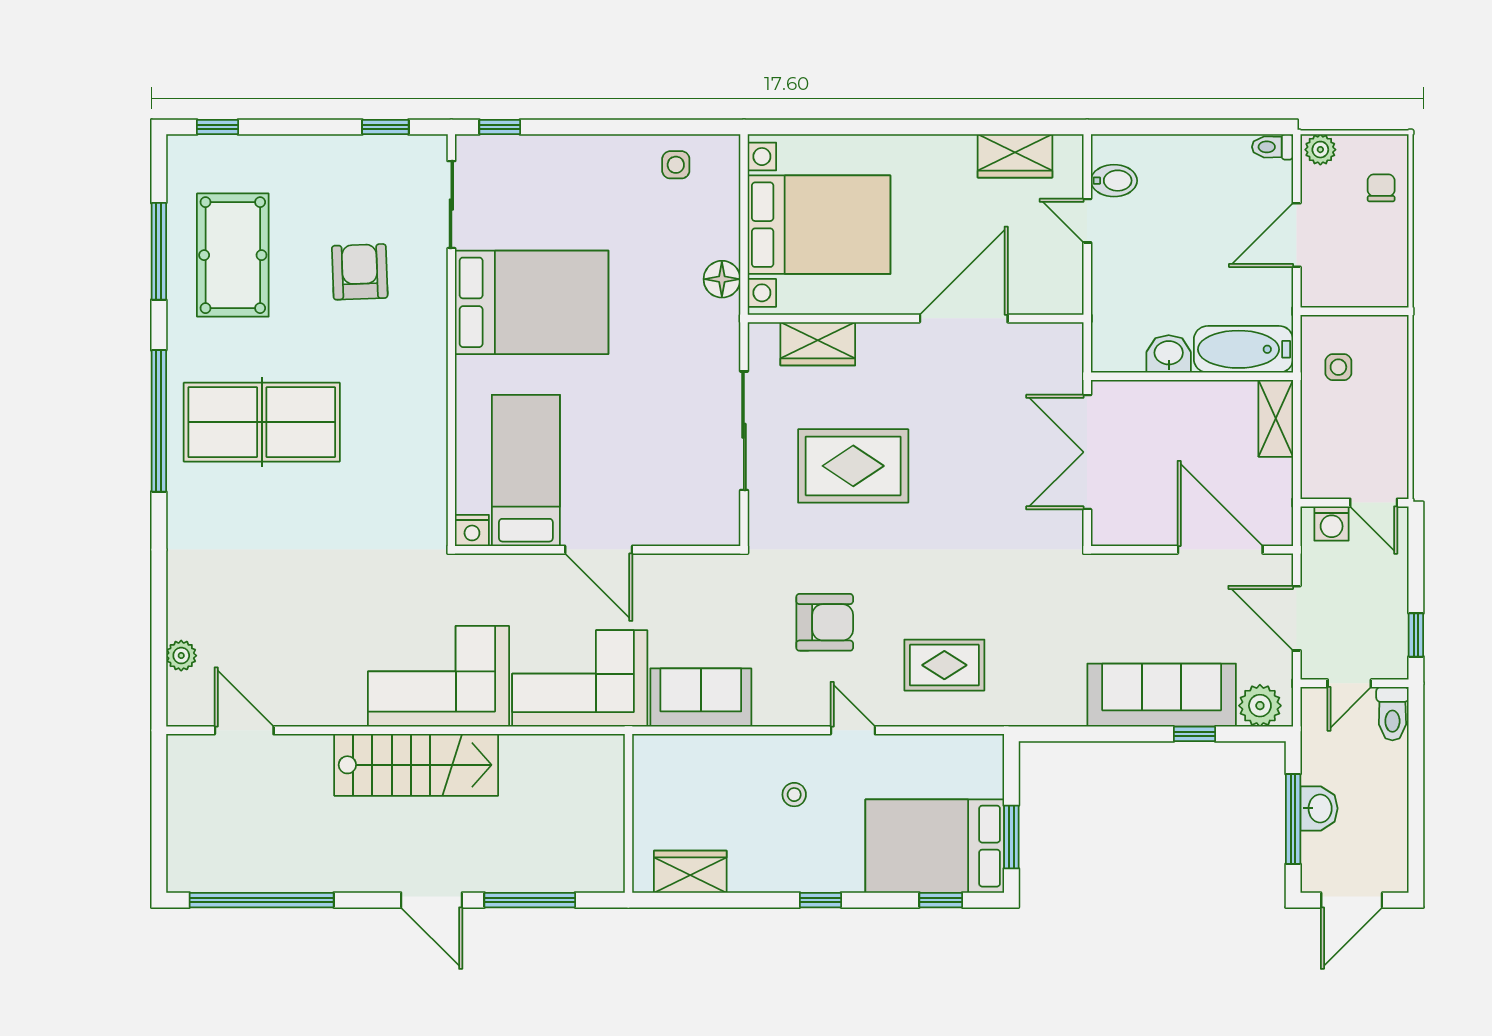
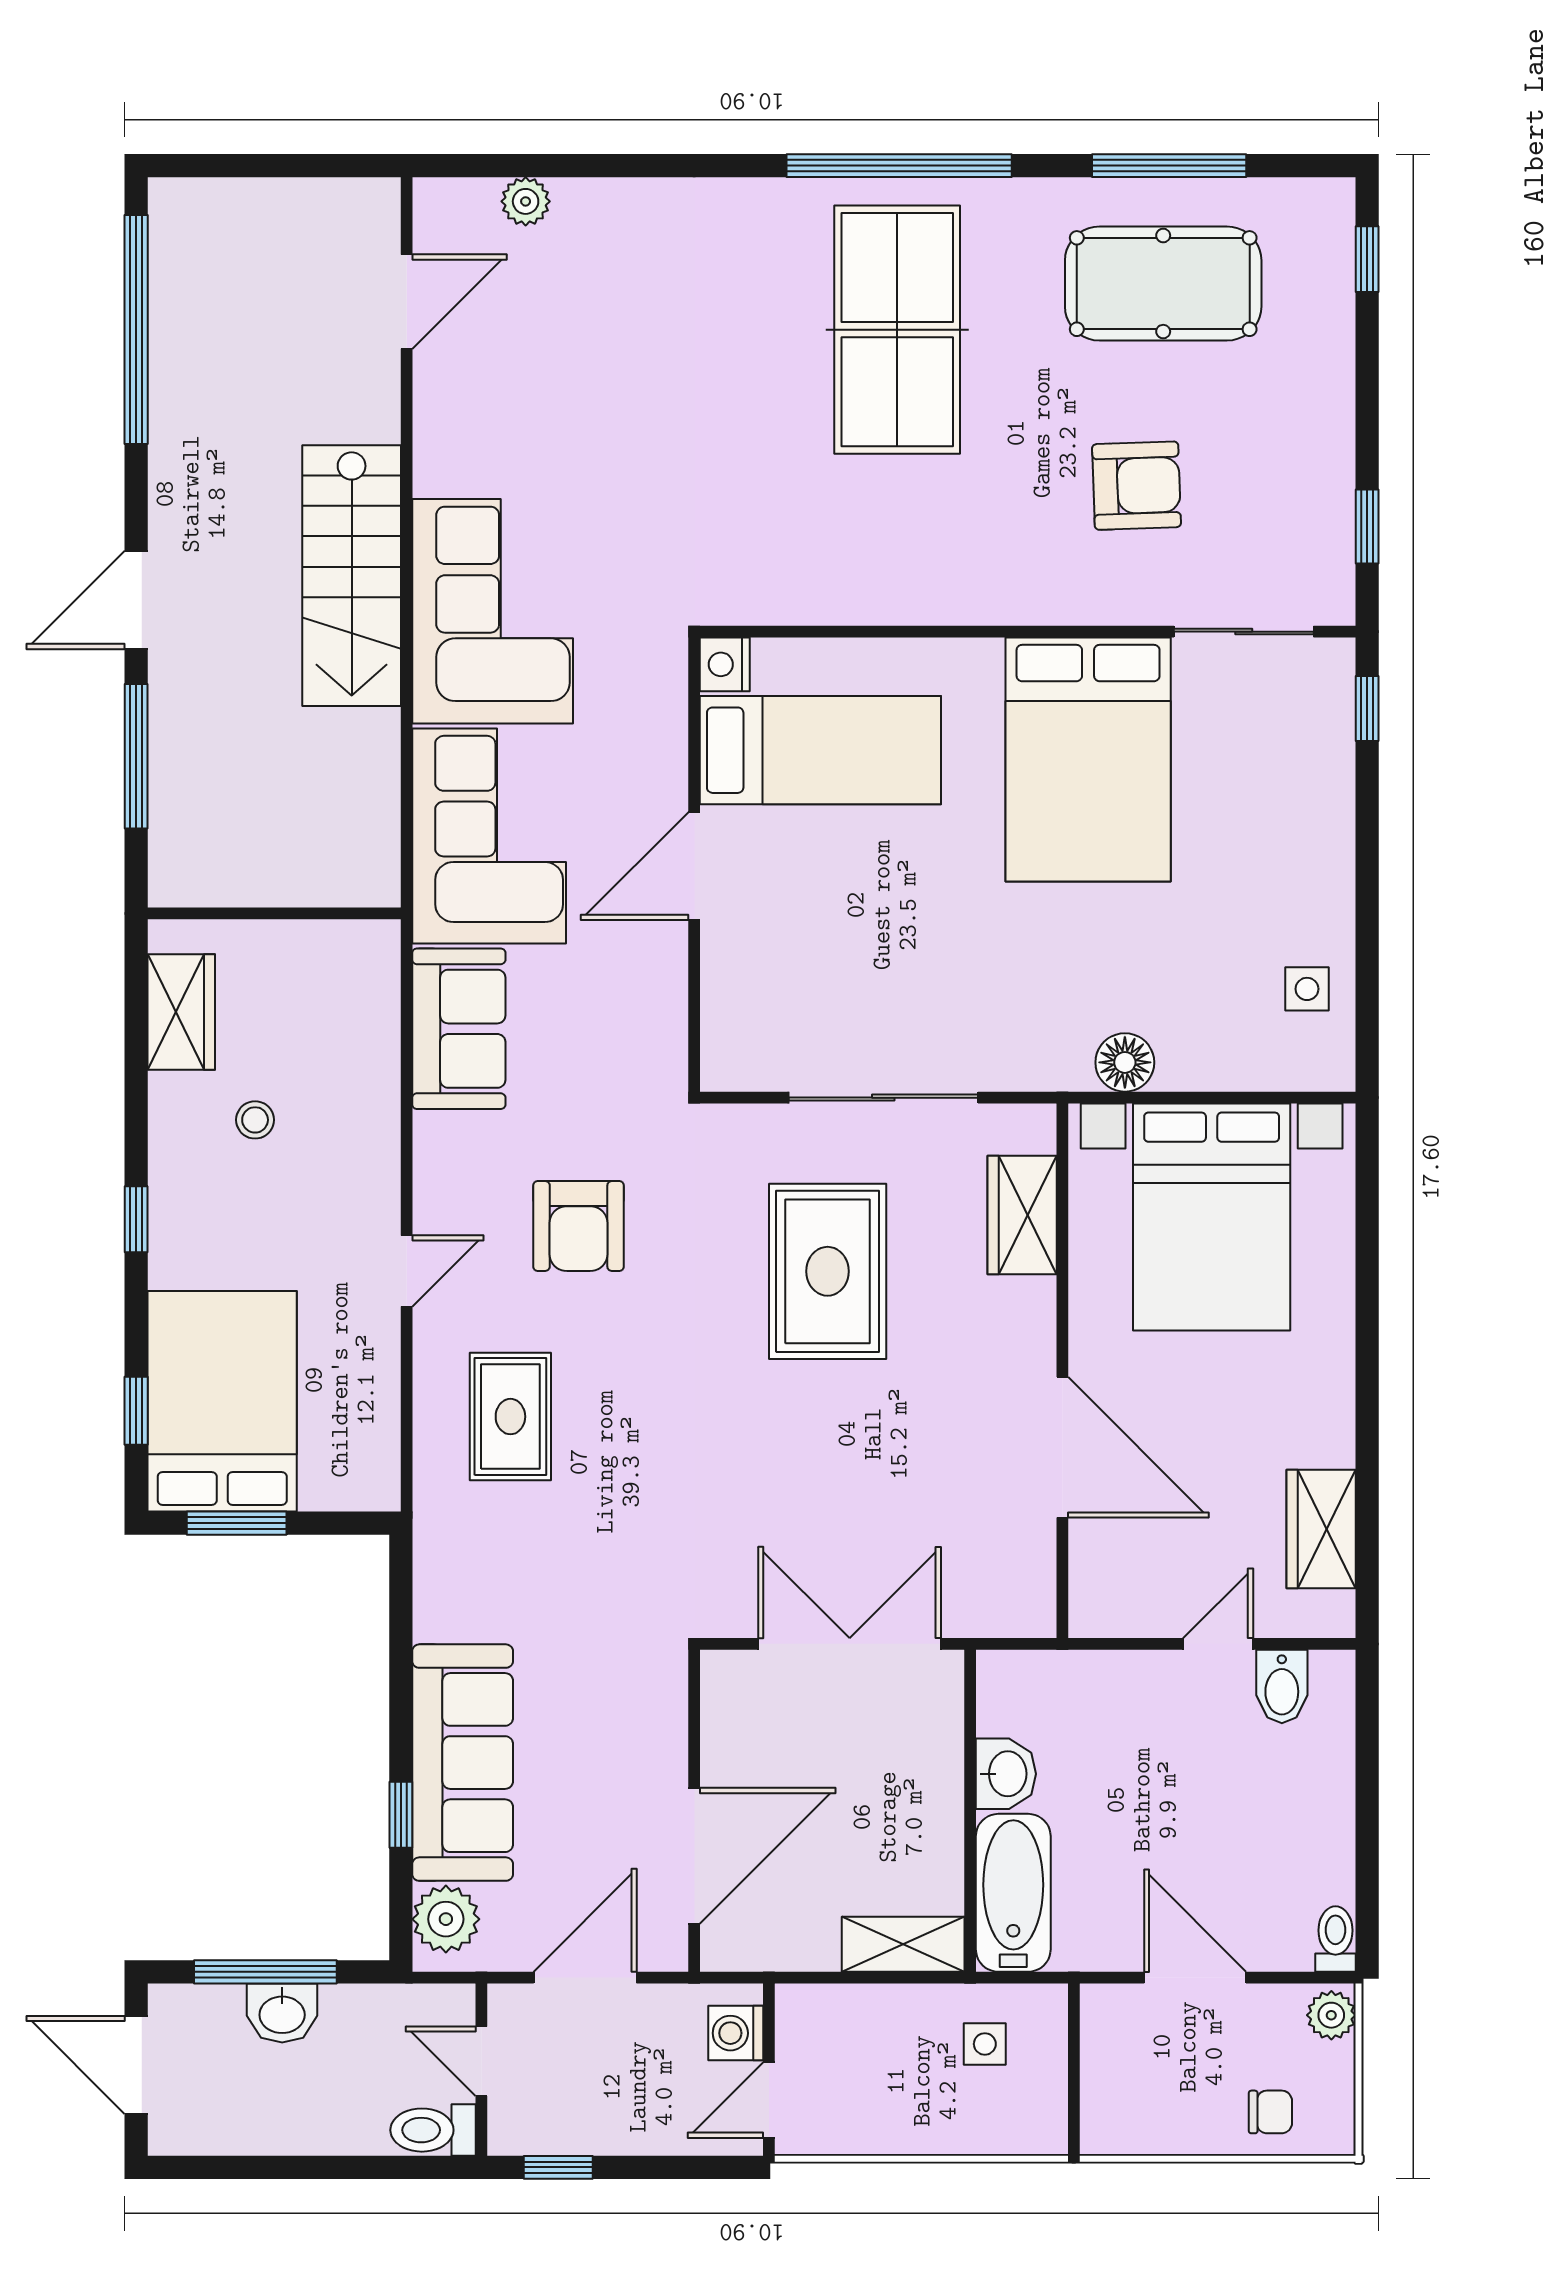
stool: (794, 795) -> (255, 1120), moved

